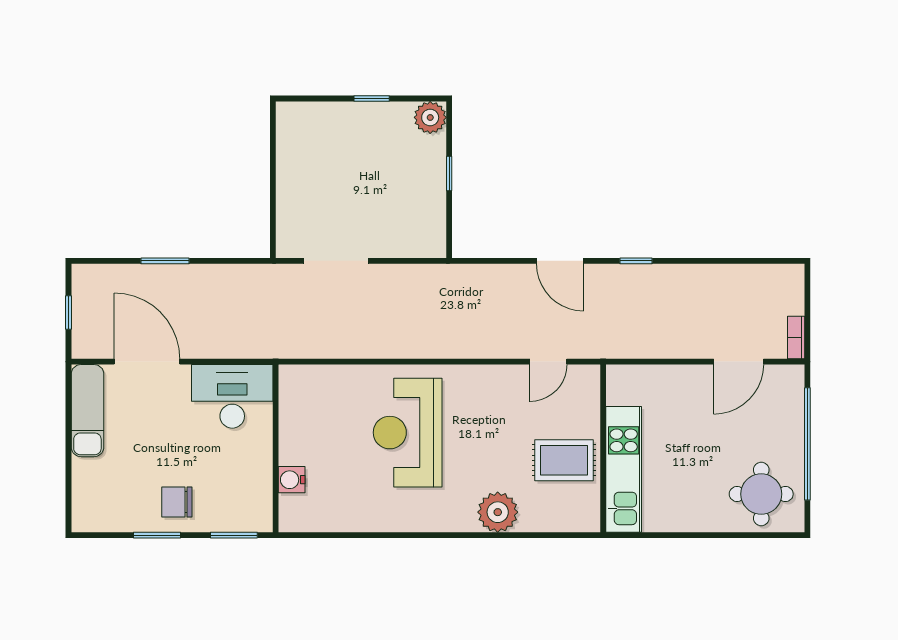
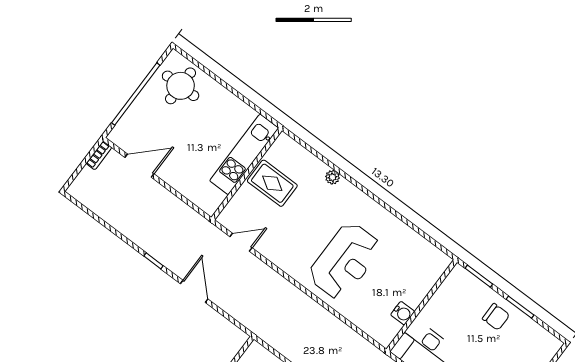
water cooler: (292, 480) -> (403, 313), moved
plant: (498, 512) -> (332, 177), width x0.53, depth x0.53

